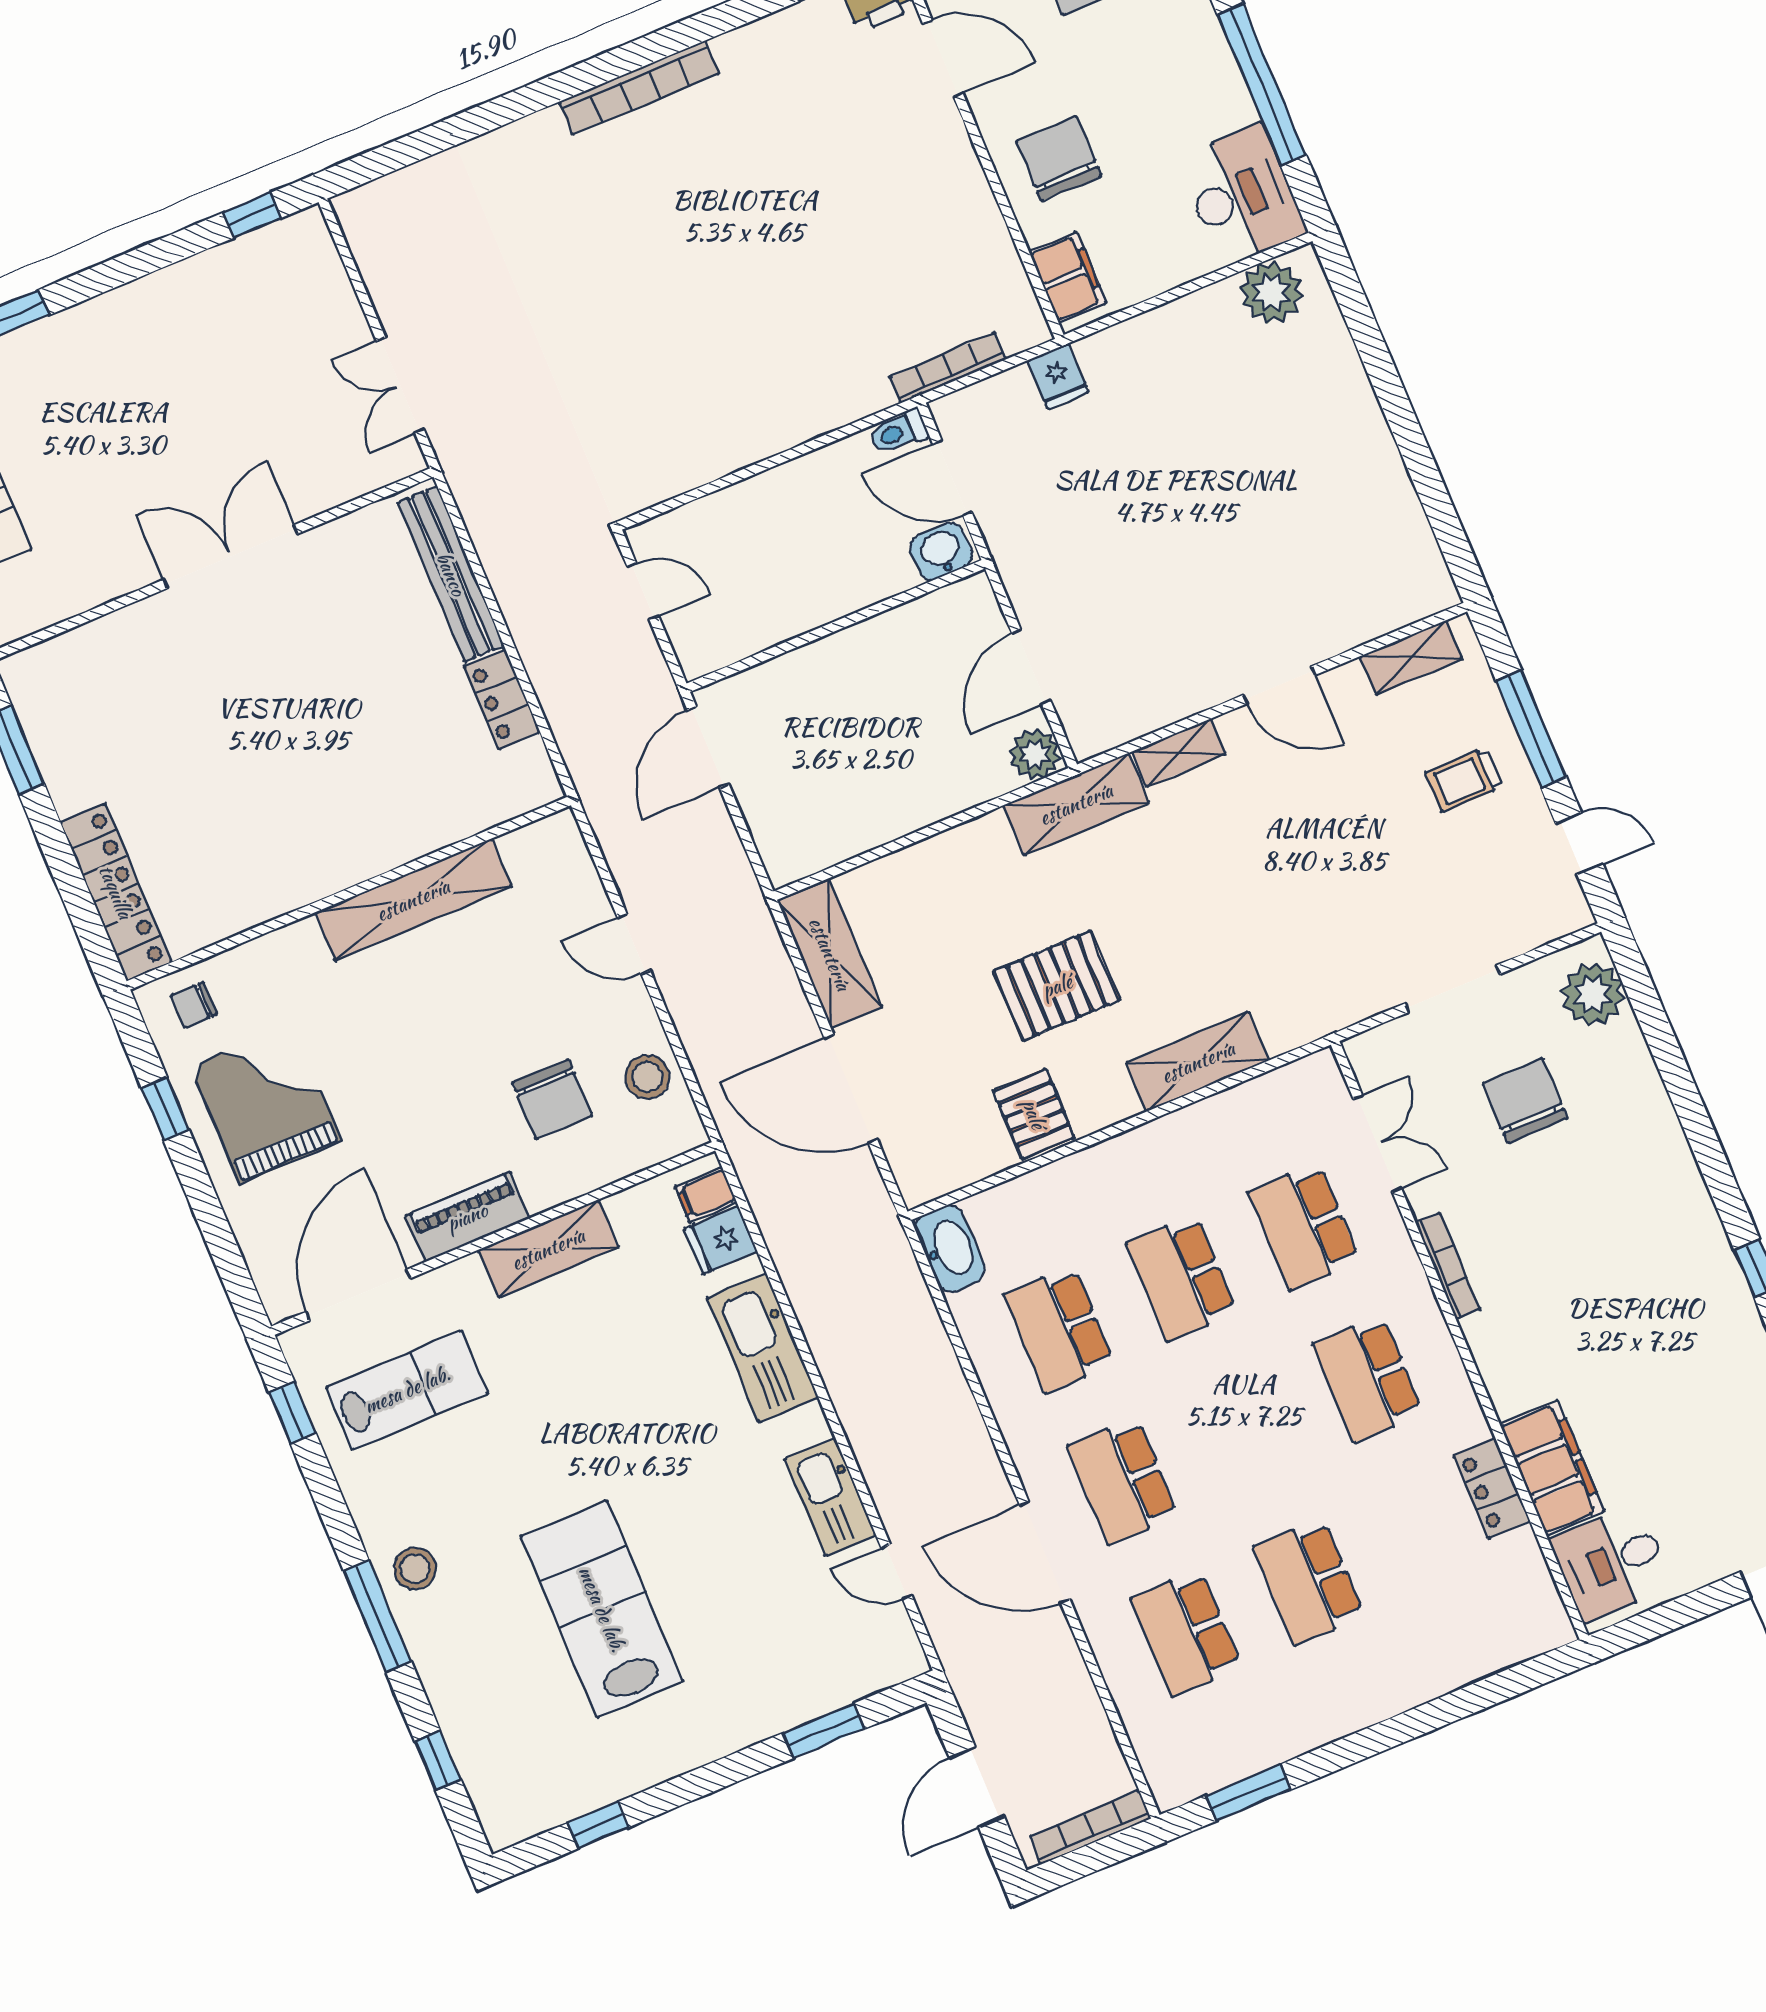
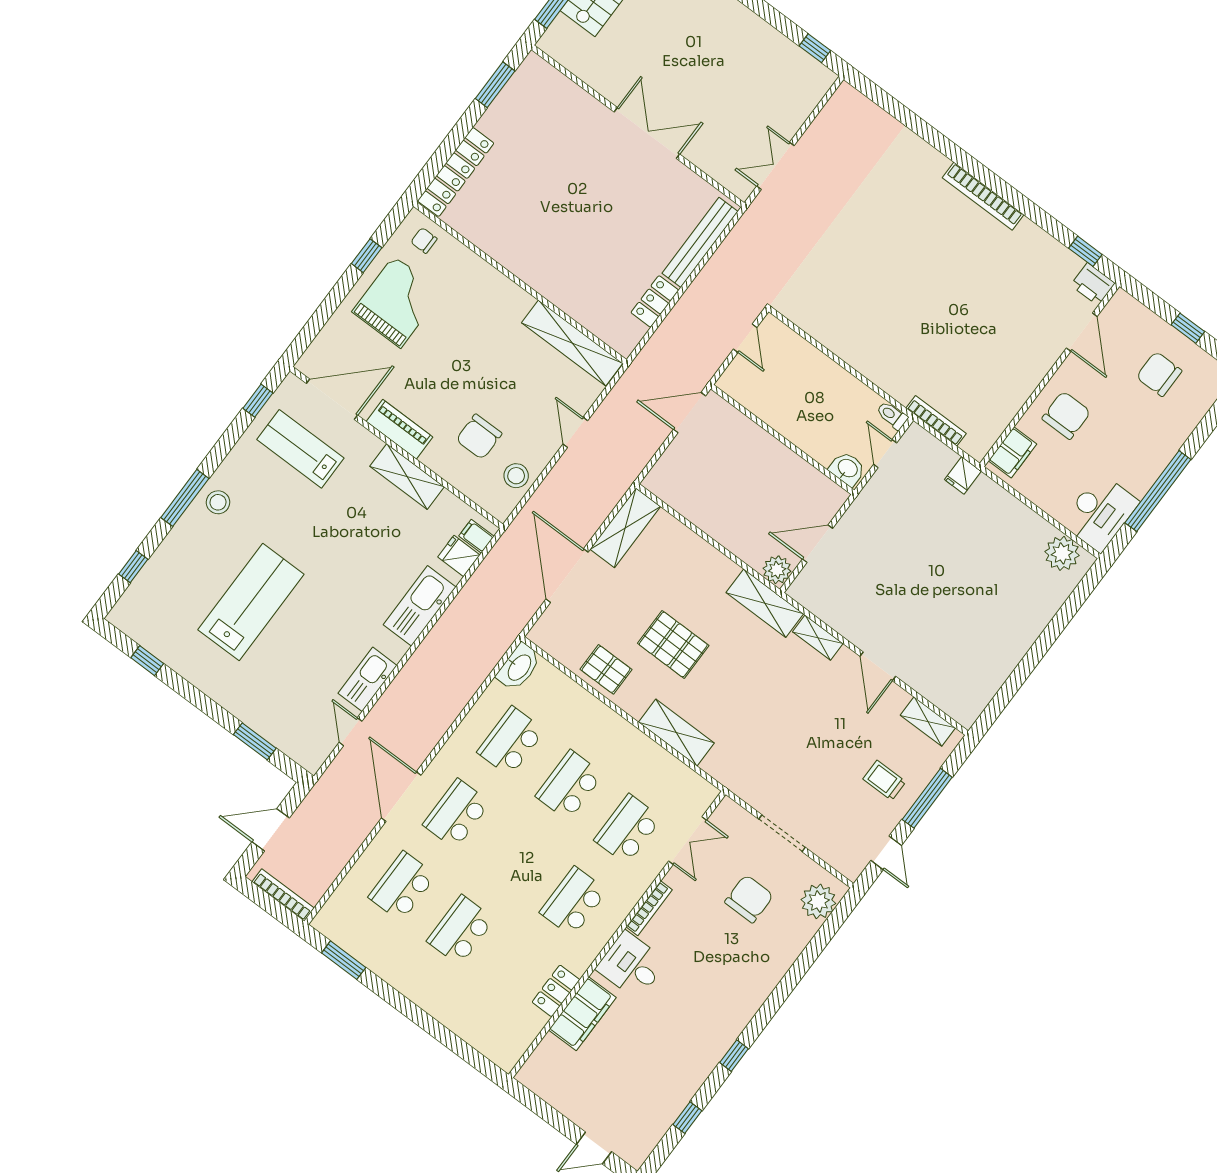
door: (952, 478) -> (885, 454), width x0.73
shelving: (413, 900) -> (572, 343), moved
pallet: (1034, 1114) -> (606, 669), turned 90
lab bench: (407, 1390) -> (300, 449), turned 180
desk: (1611, 1563) -> (631, 965), moved

